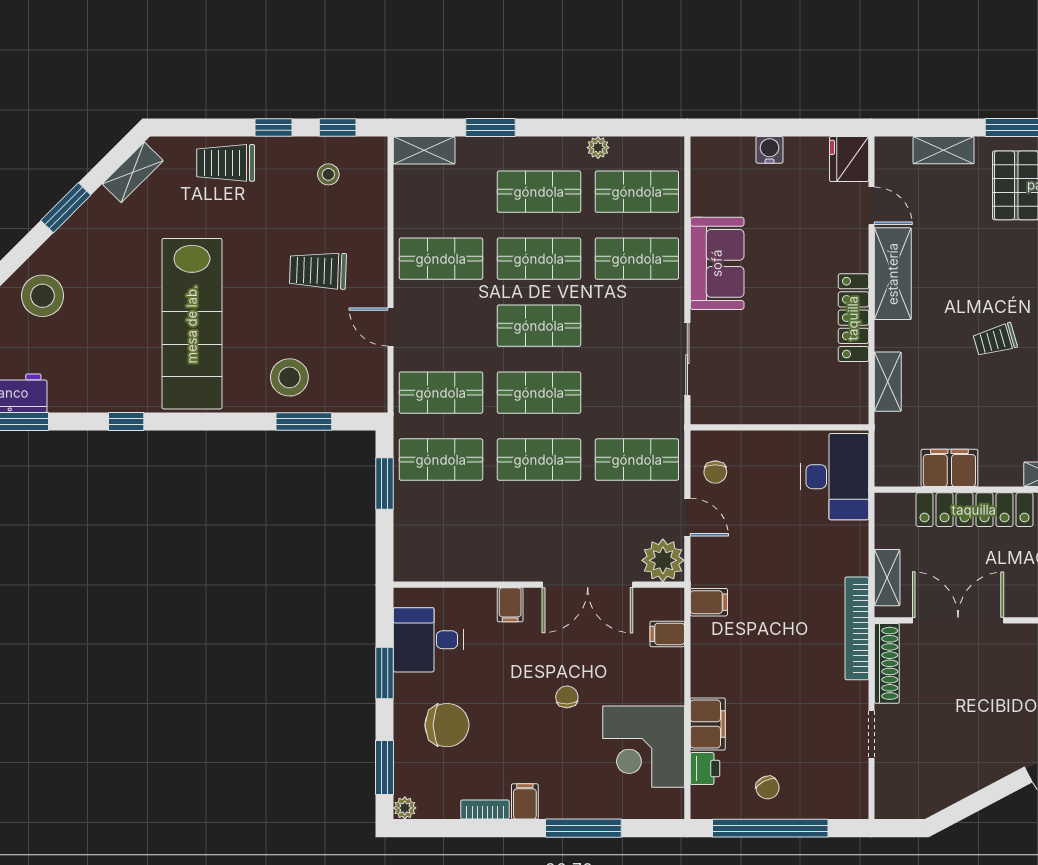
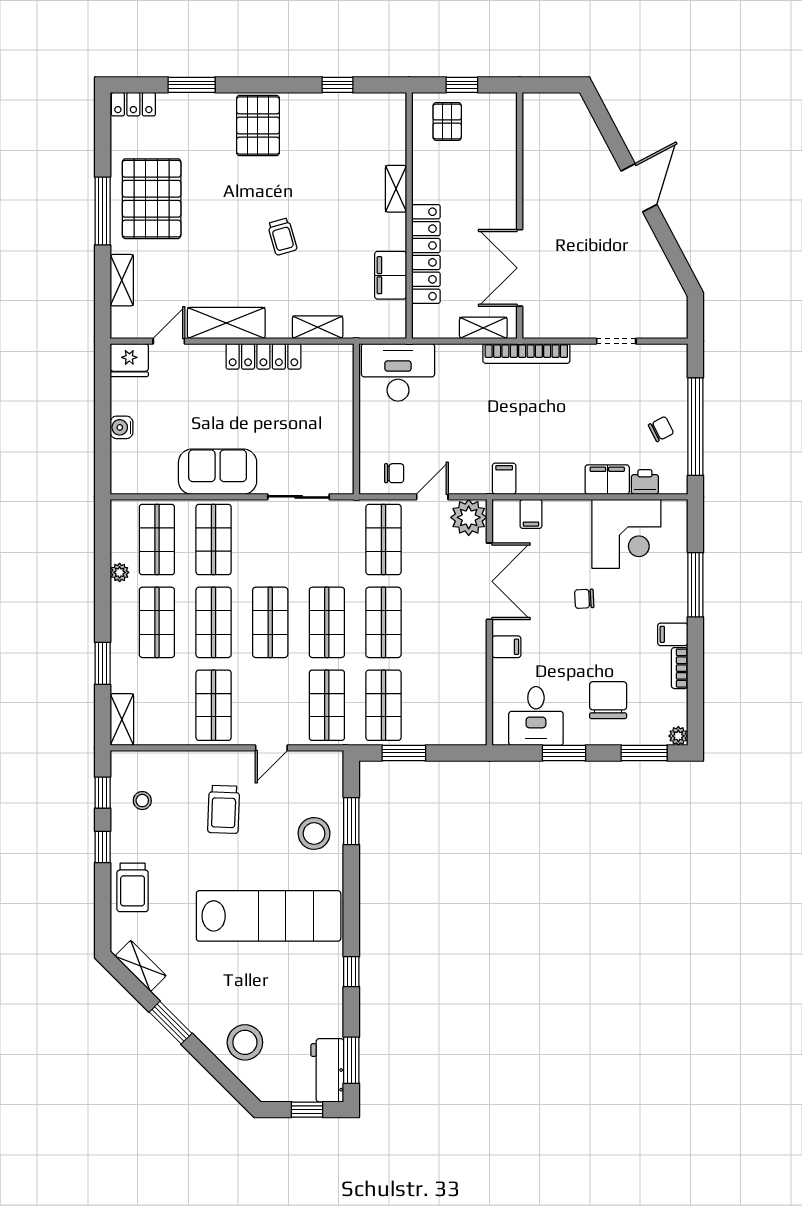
shoe rack: (887, 663) -> (556, 328), removed

